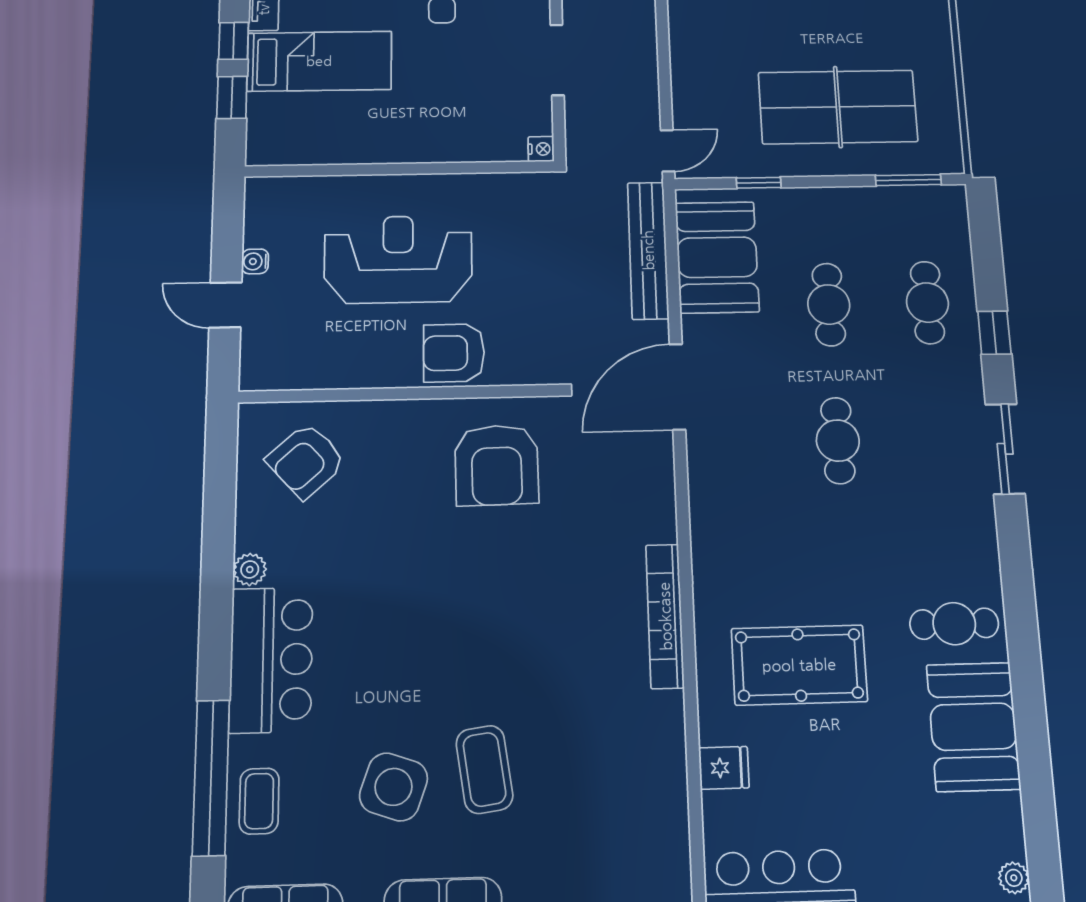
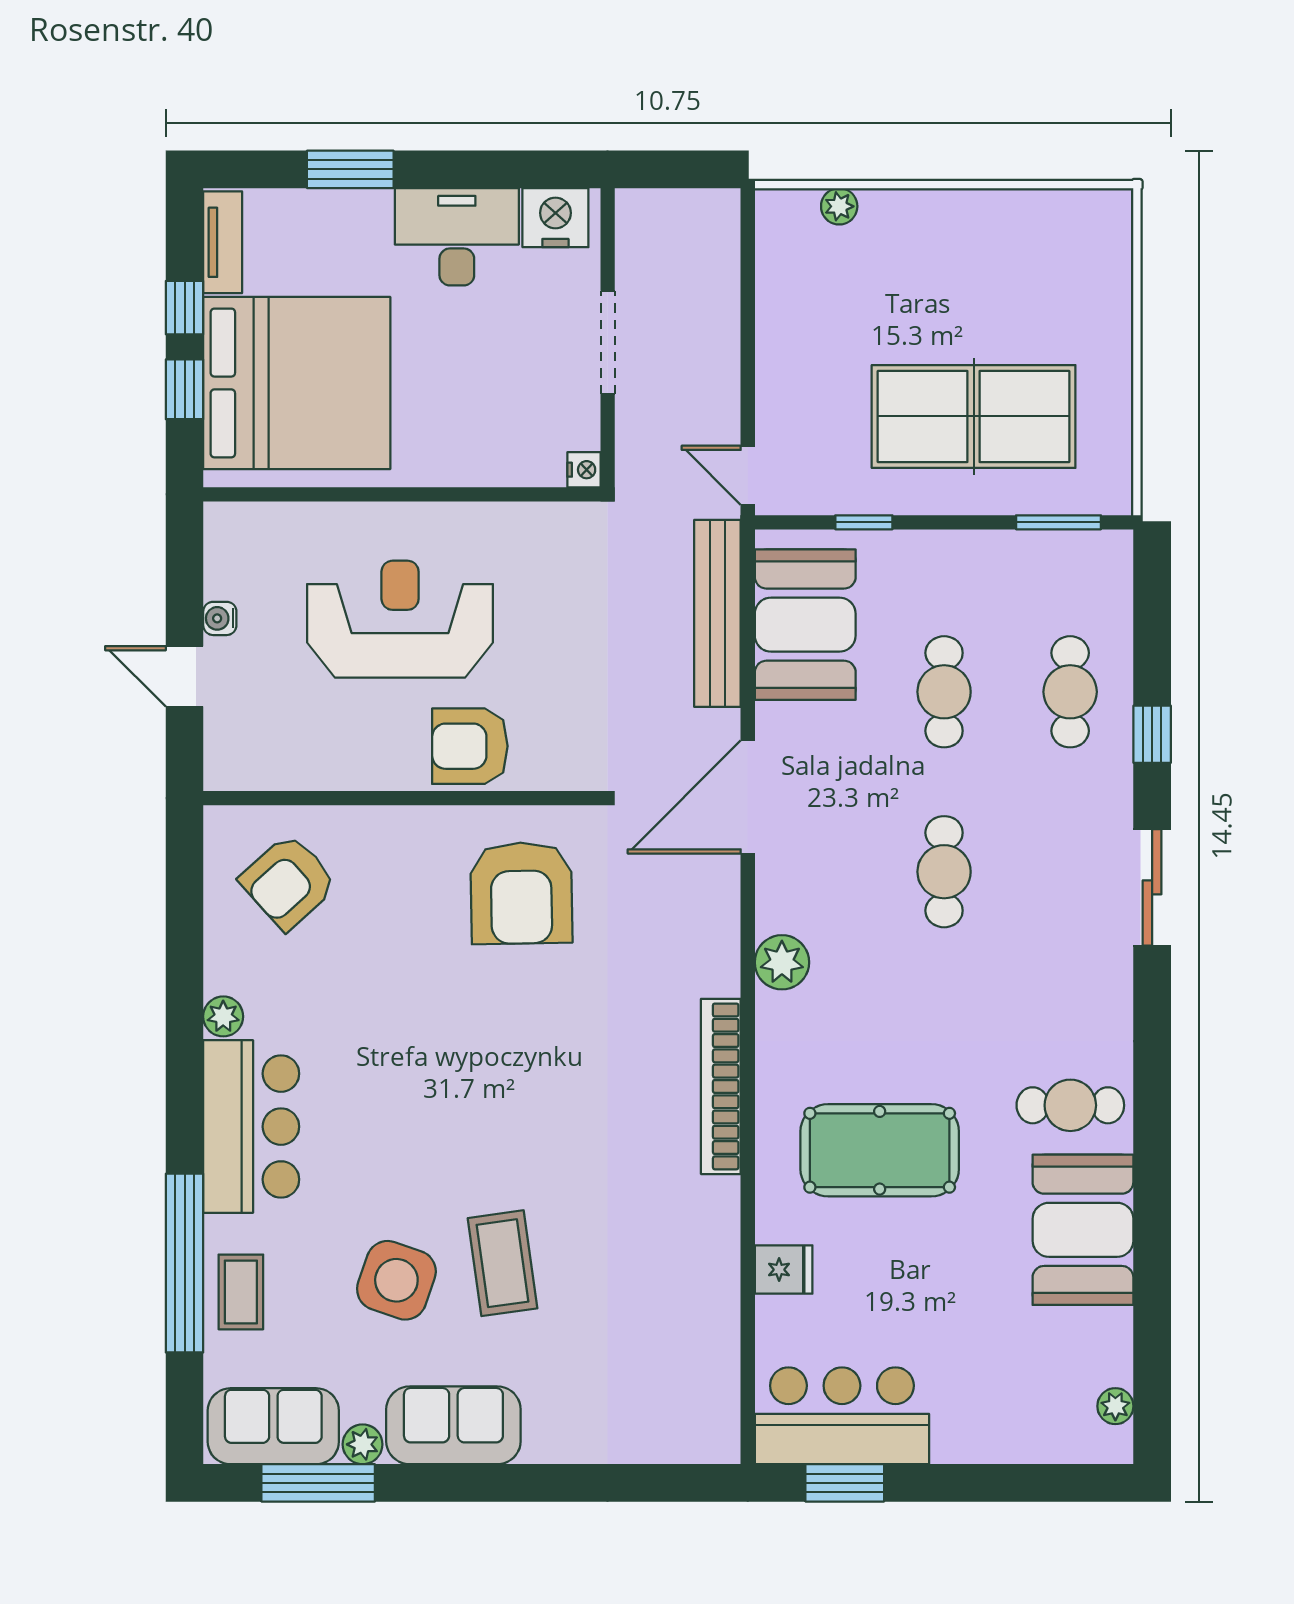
bed: (319, 61) -> (297, 383), width x2.04
door: (668, 151) -> (748, 475), swing flipped
plant: (711, 515) -> (782, 962), added

